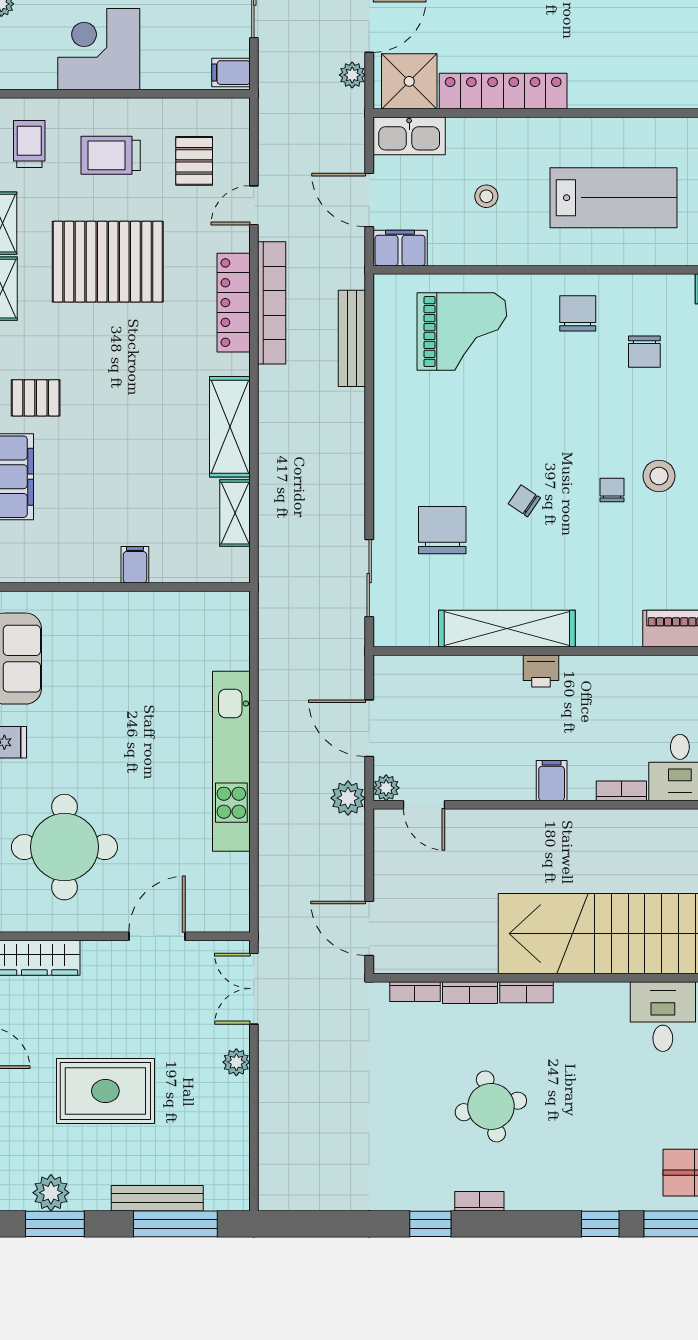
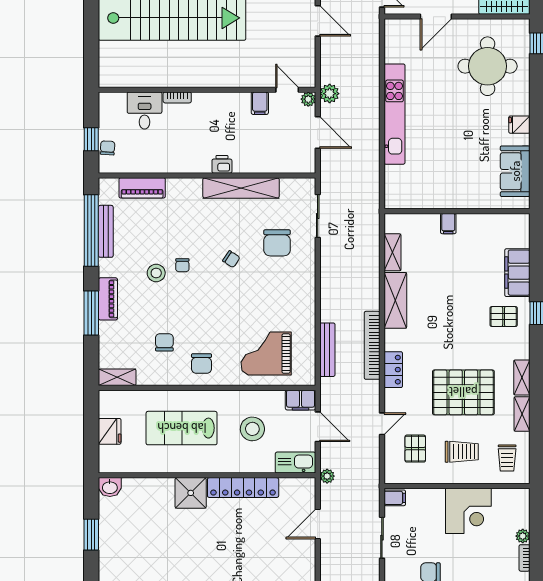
plant: (352, 75) -> (327, 476), moved
shower: (409, 81) -> (191, 493), moved
stool: (486, 196) -> (252, 429), width x1.89, depth x1.89
locker: (234, 303) -> (393, 370), width x0.66
bookcase: (272, 303) -> (372, 345), moved
filing cabinet: (552, 781) -> (260, 103), moved

